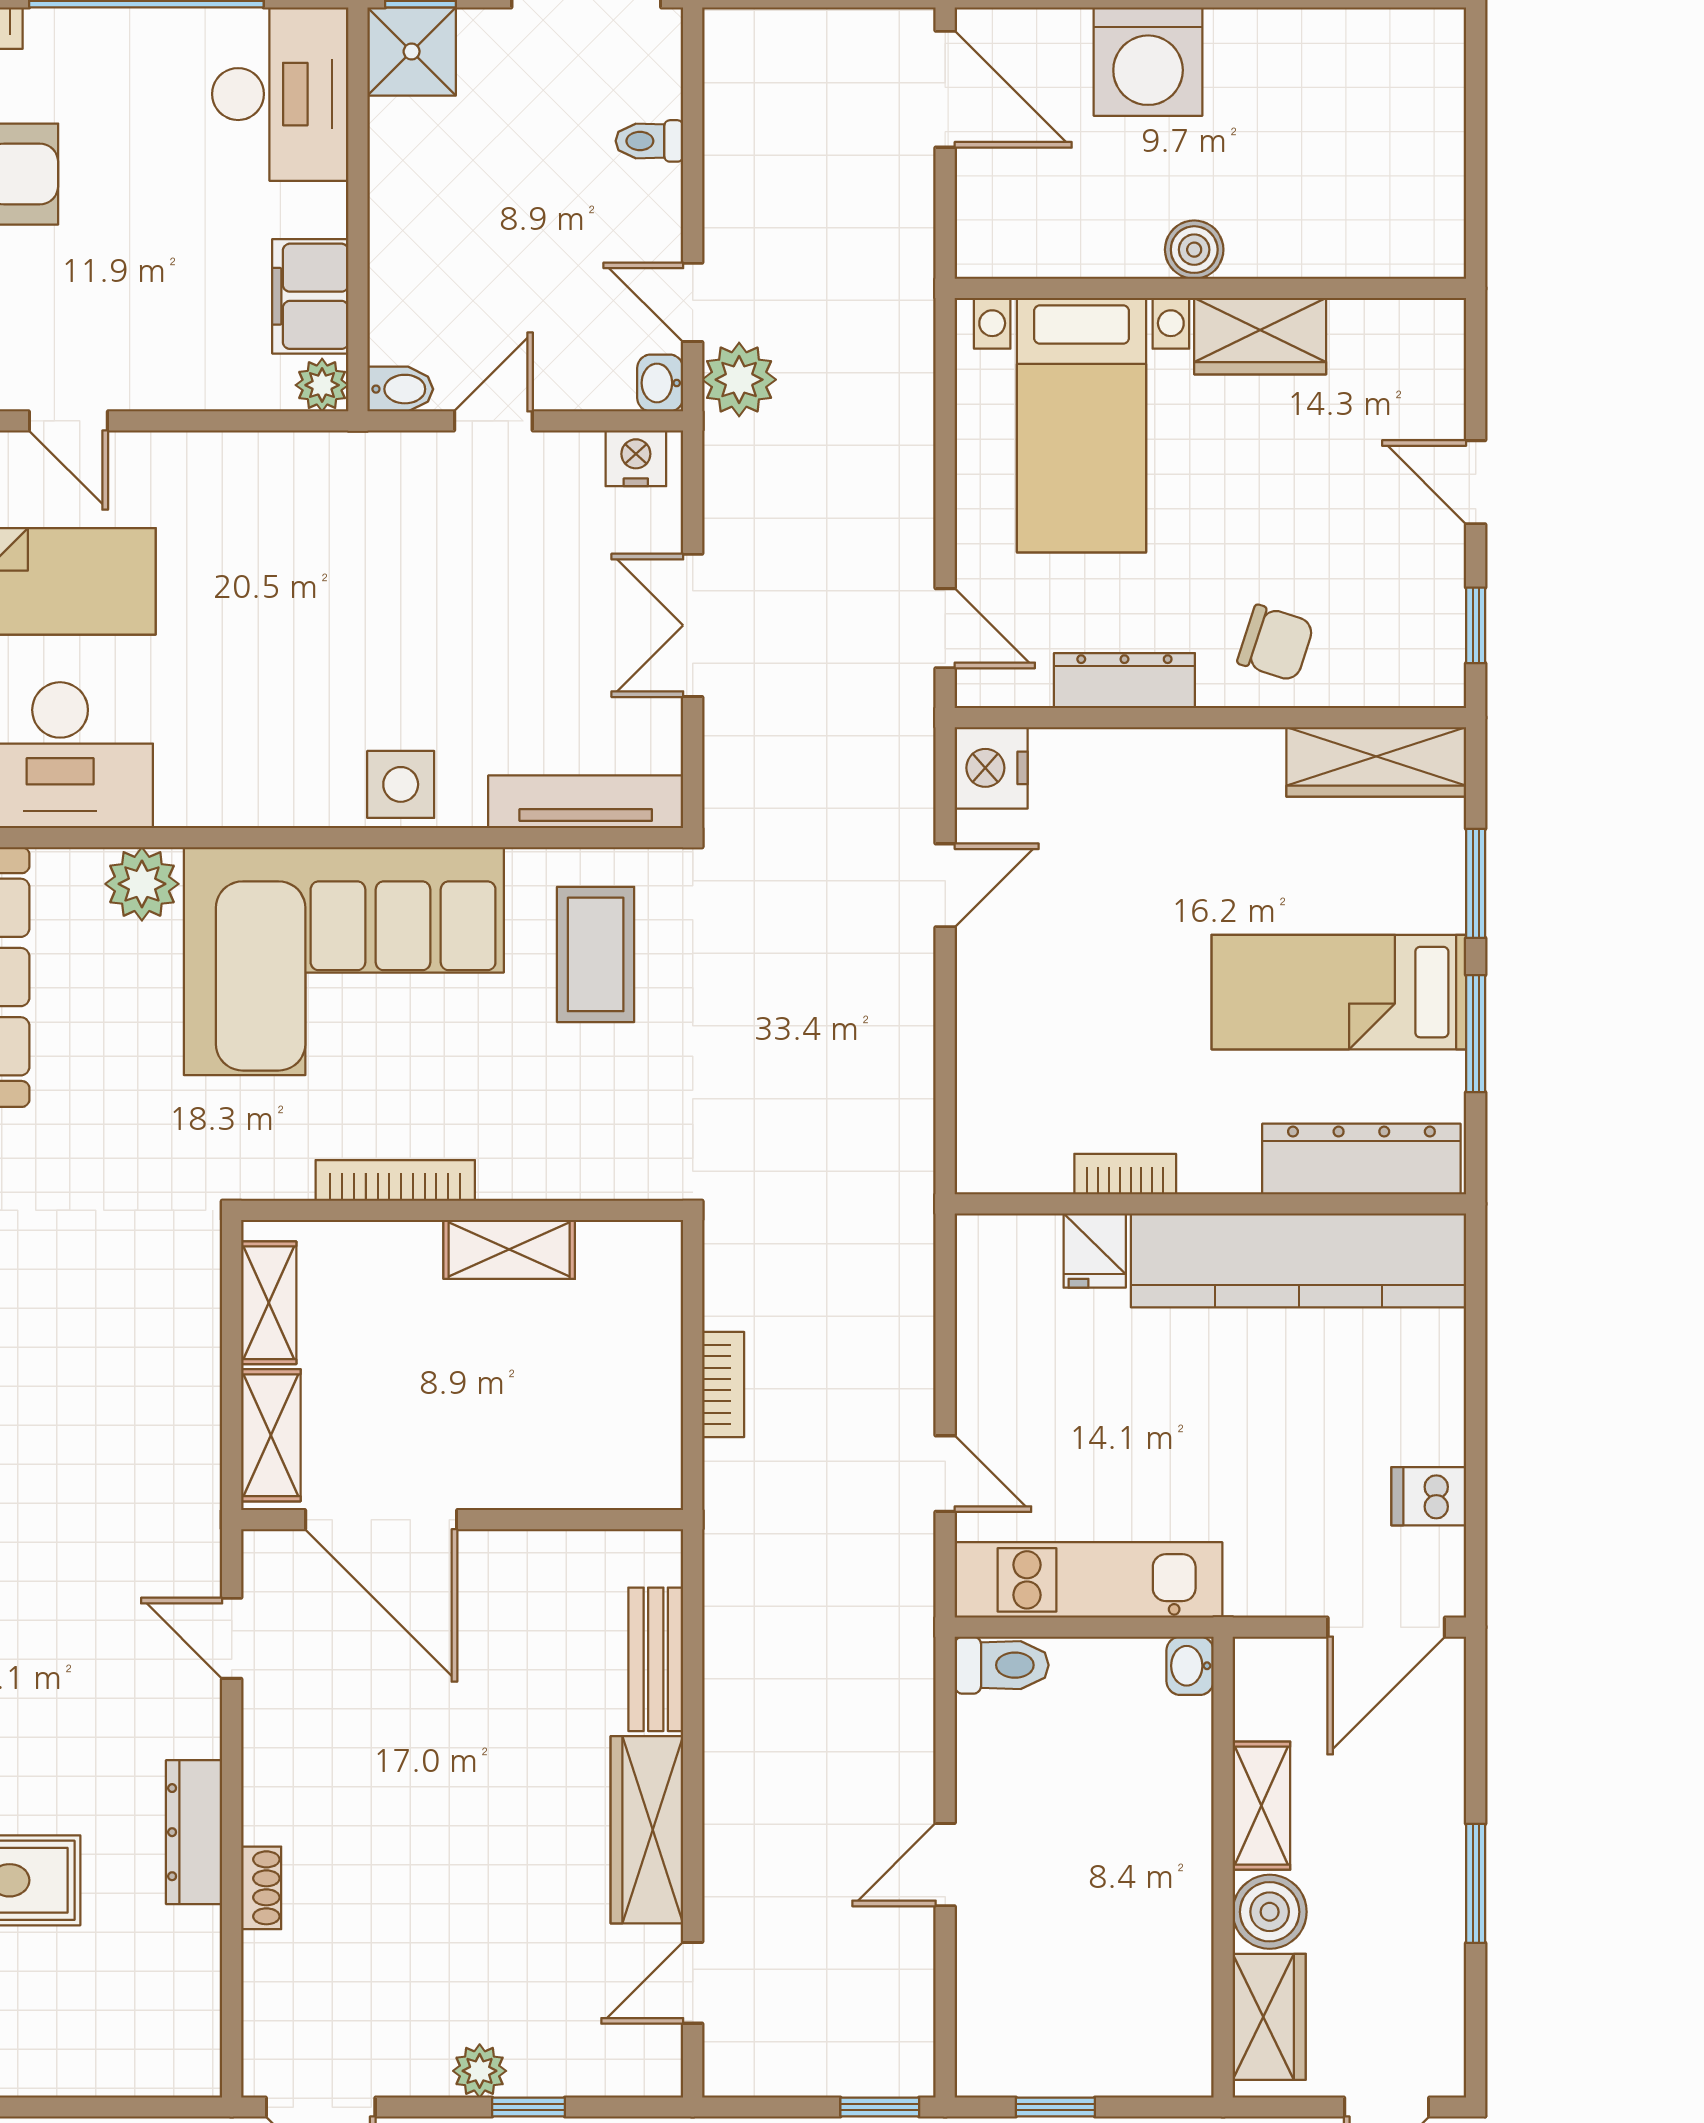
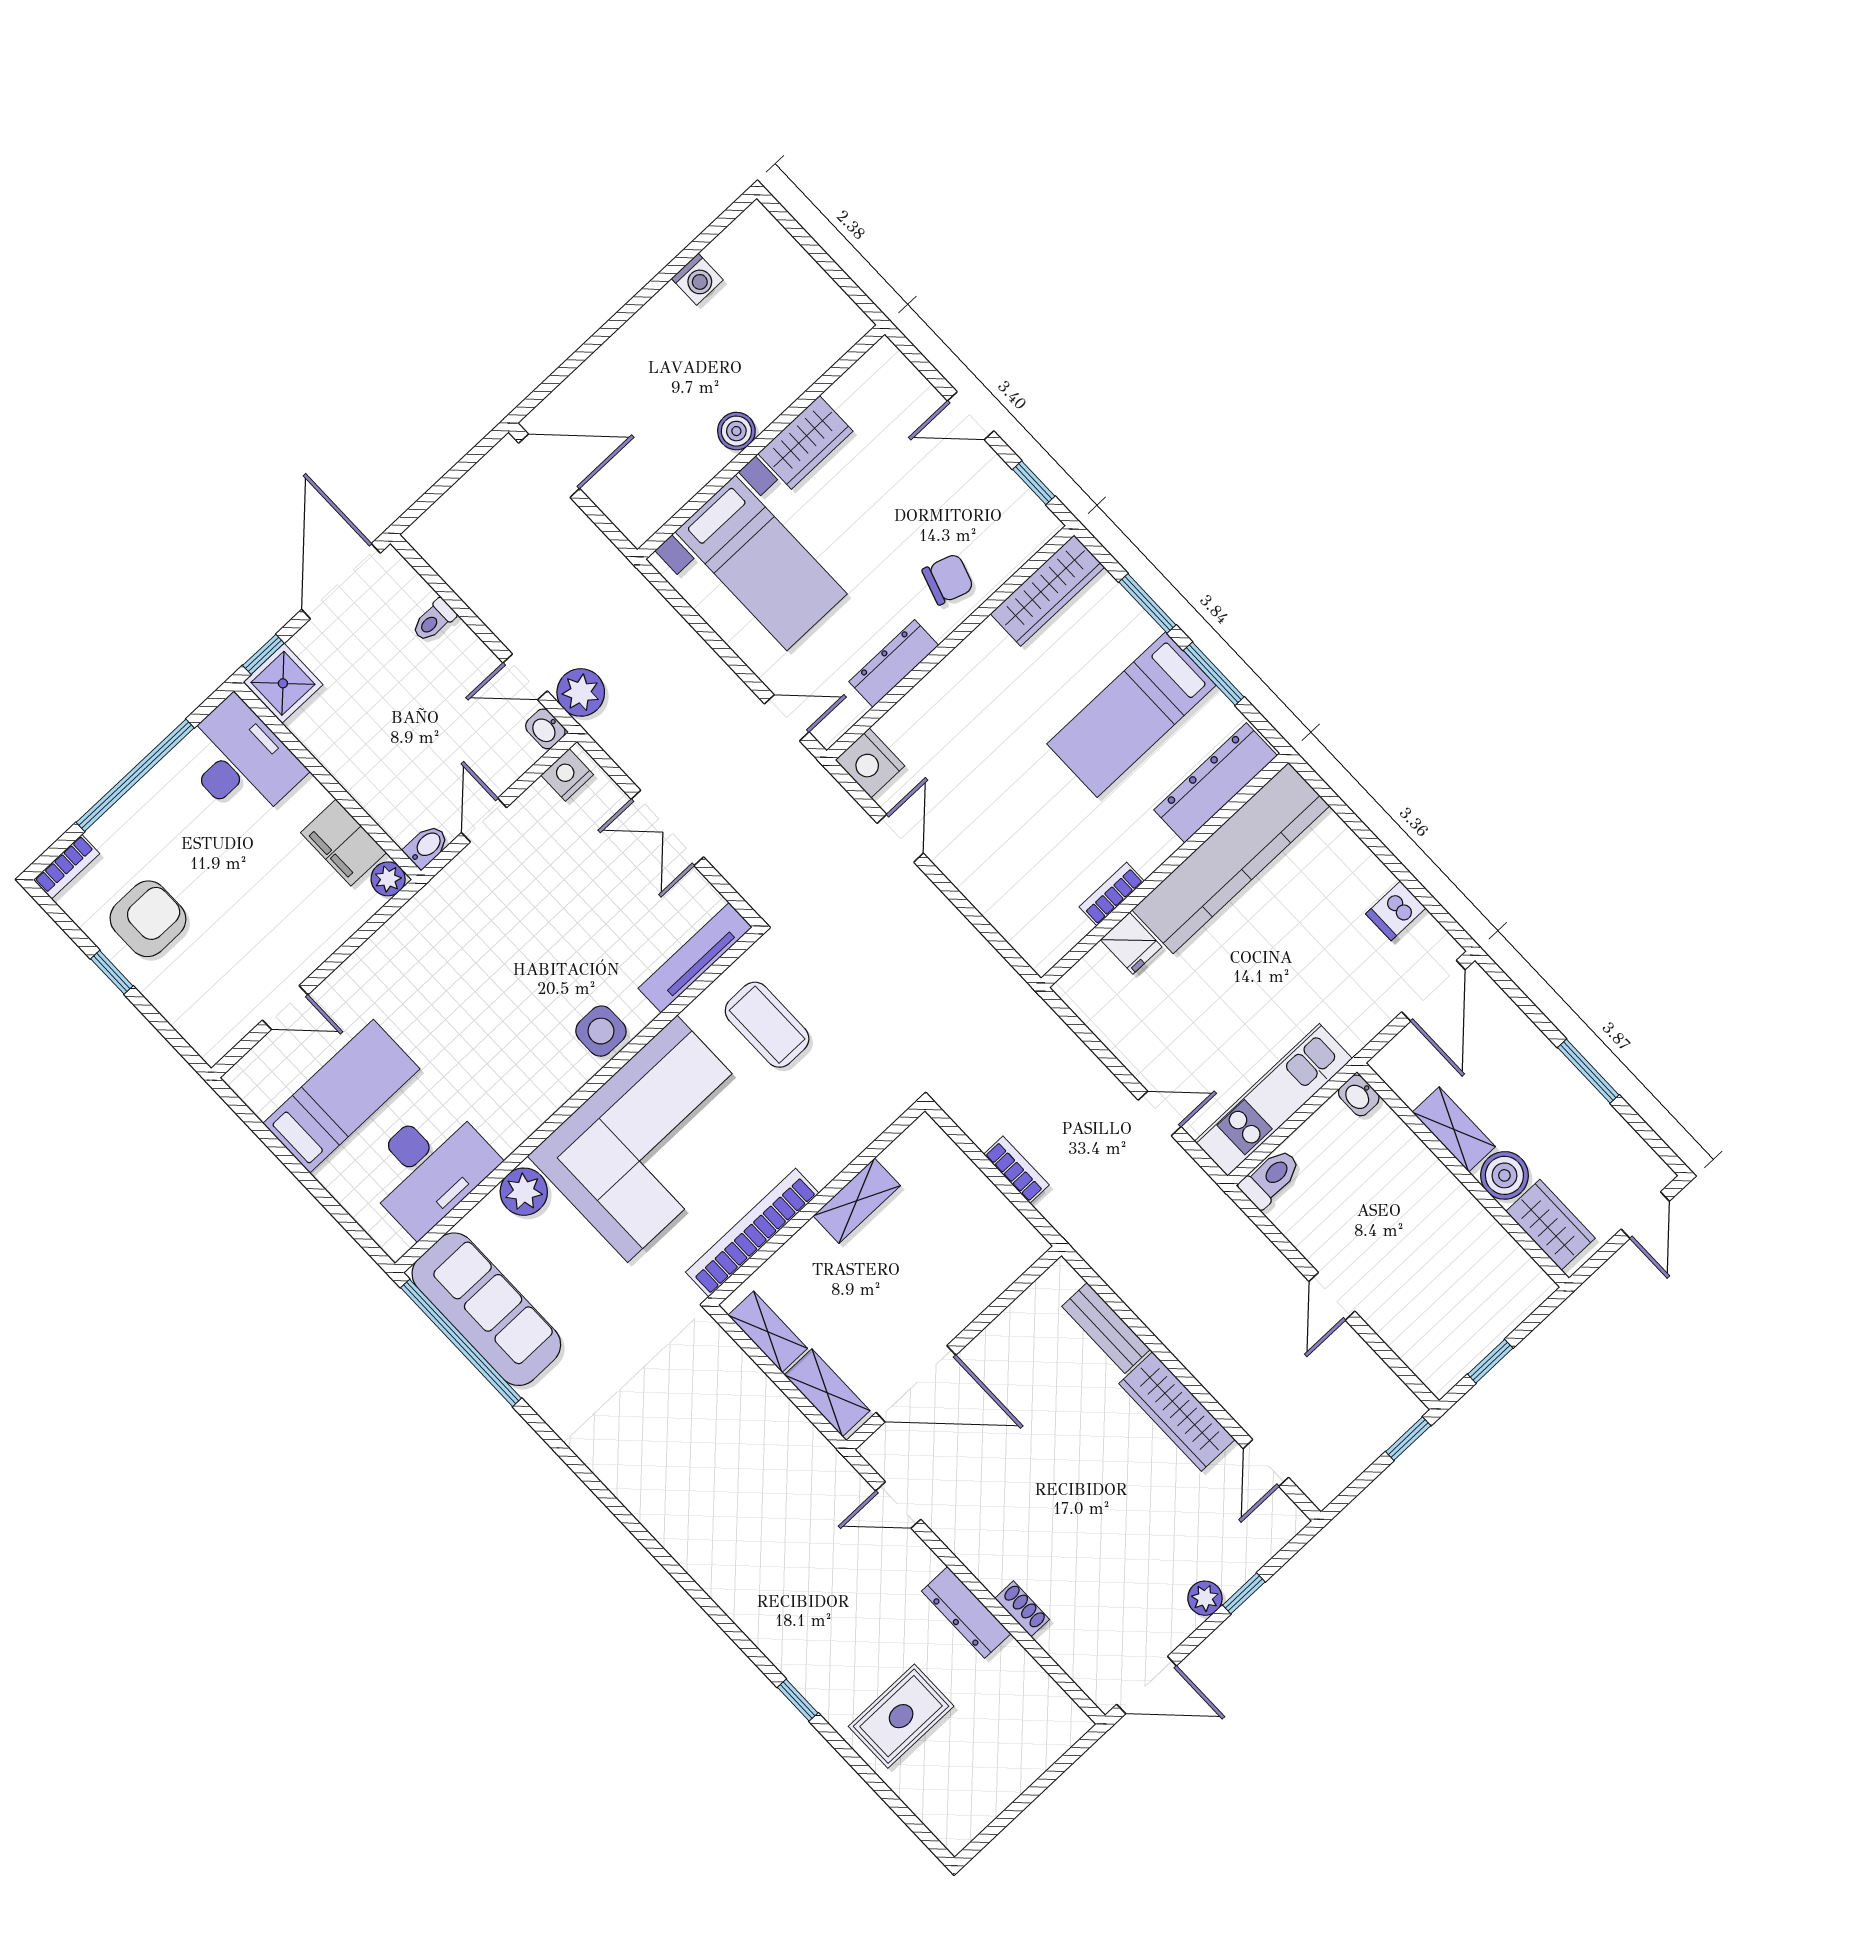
washing machine: (1148, 62) -> (697, 279), moved, width x0.53, depth x0.53
bookcase: (395, 1180) -> (752, 1233), width x1.48, depth x1.31

